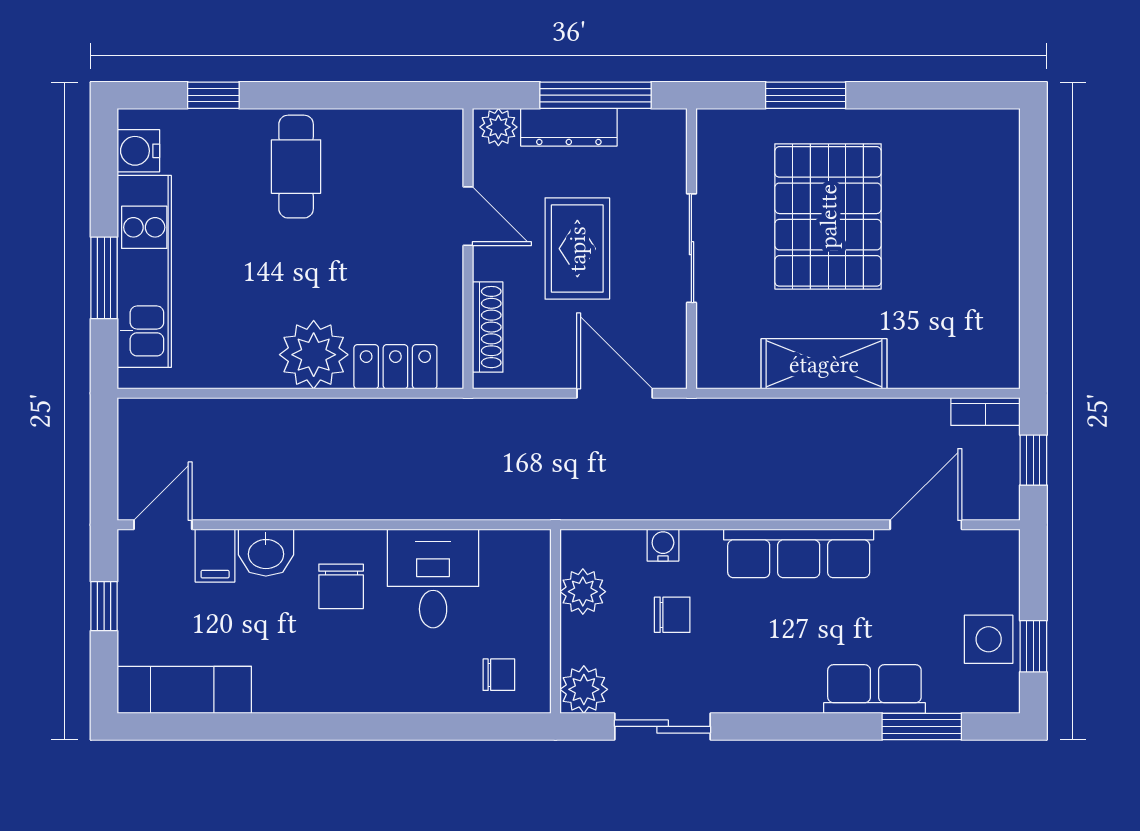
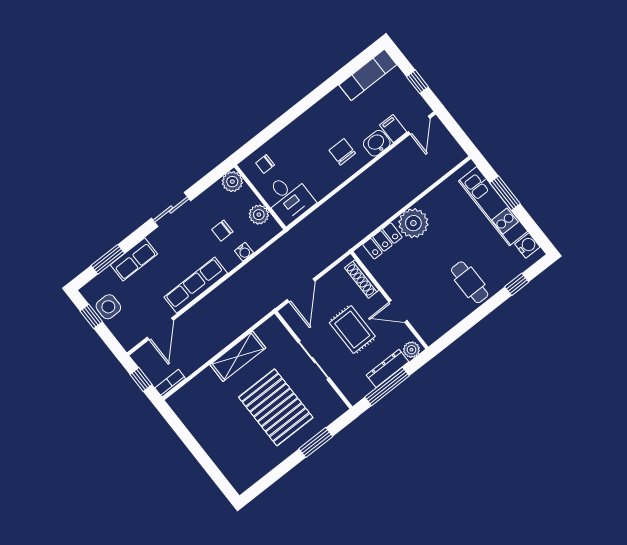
door: (615, 393) -> (301, 290), hinge flipped
desk: (433, 579) -> (289, 198), moved
sliding door: (663, 726) -> (171, 210), moved

